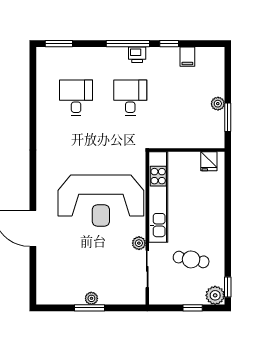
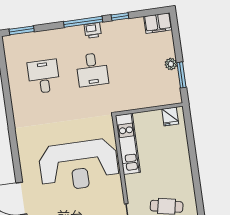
filing cabinet: (187, 57) -> (158, 23), moved, width x2.00
desk: (130, 98) -> (92, 70), turned 180
kitchen unit: (158, 197) -> (128, 144), width x0.73
plant: (139, 243) -> (118, 198), removed

